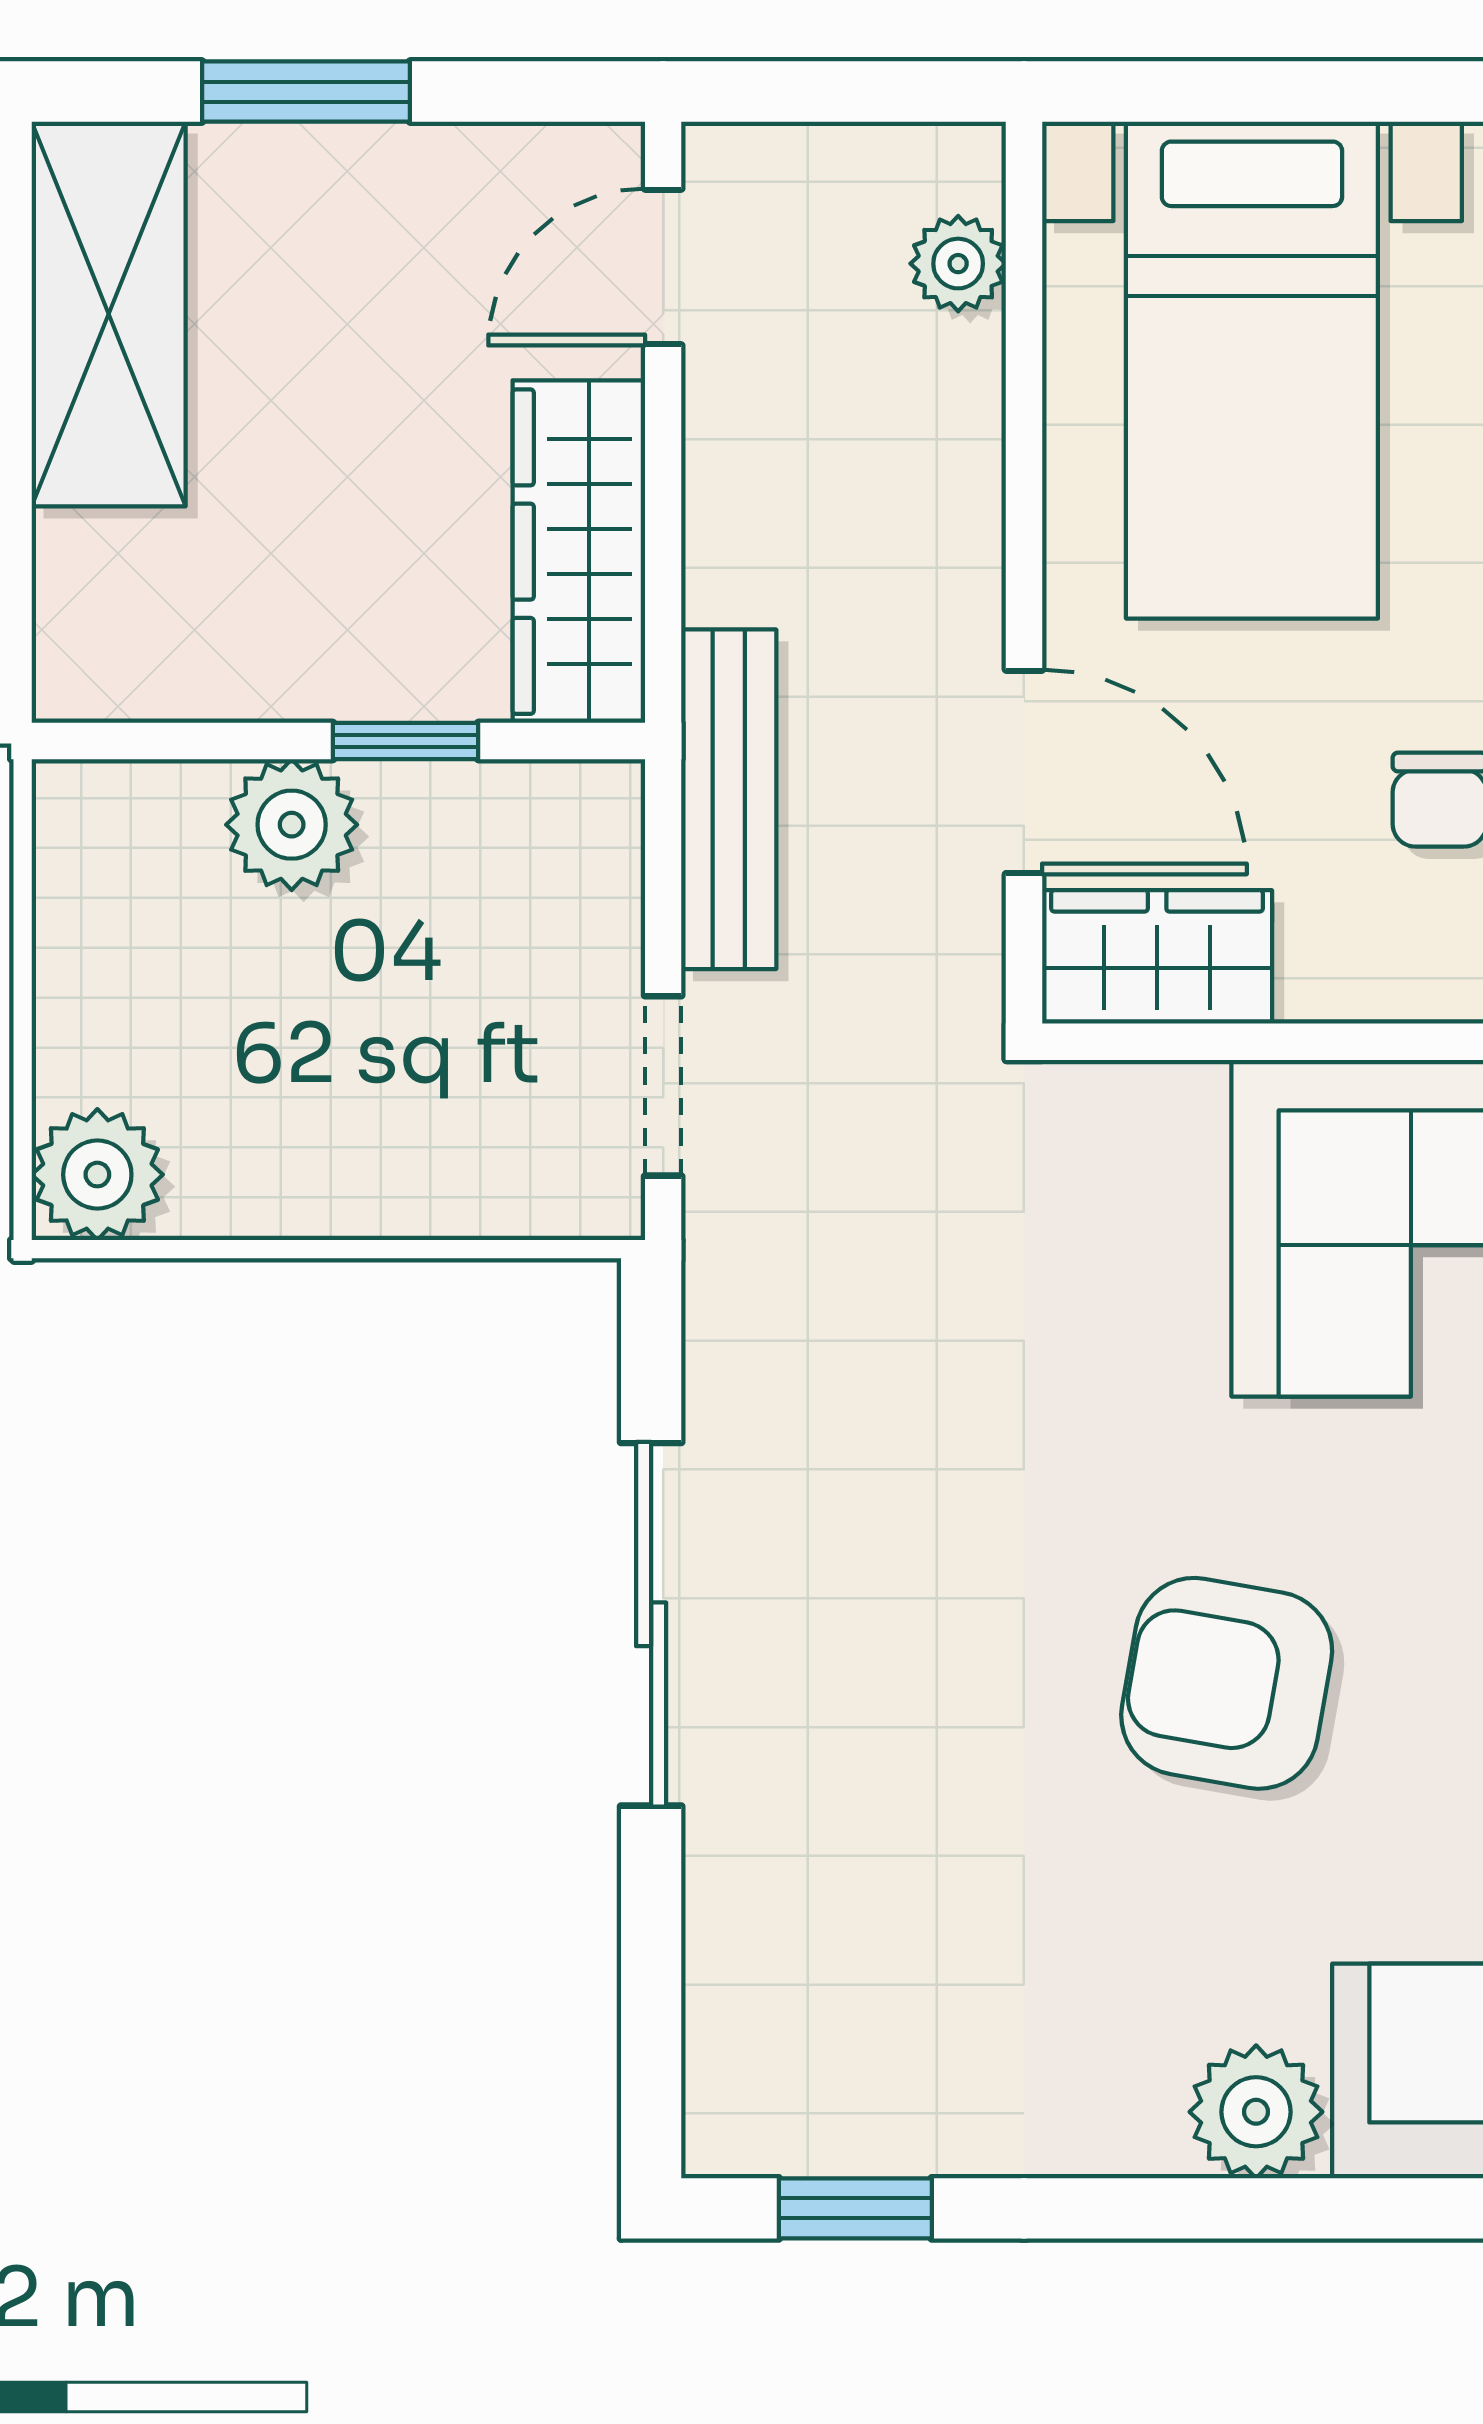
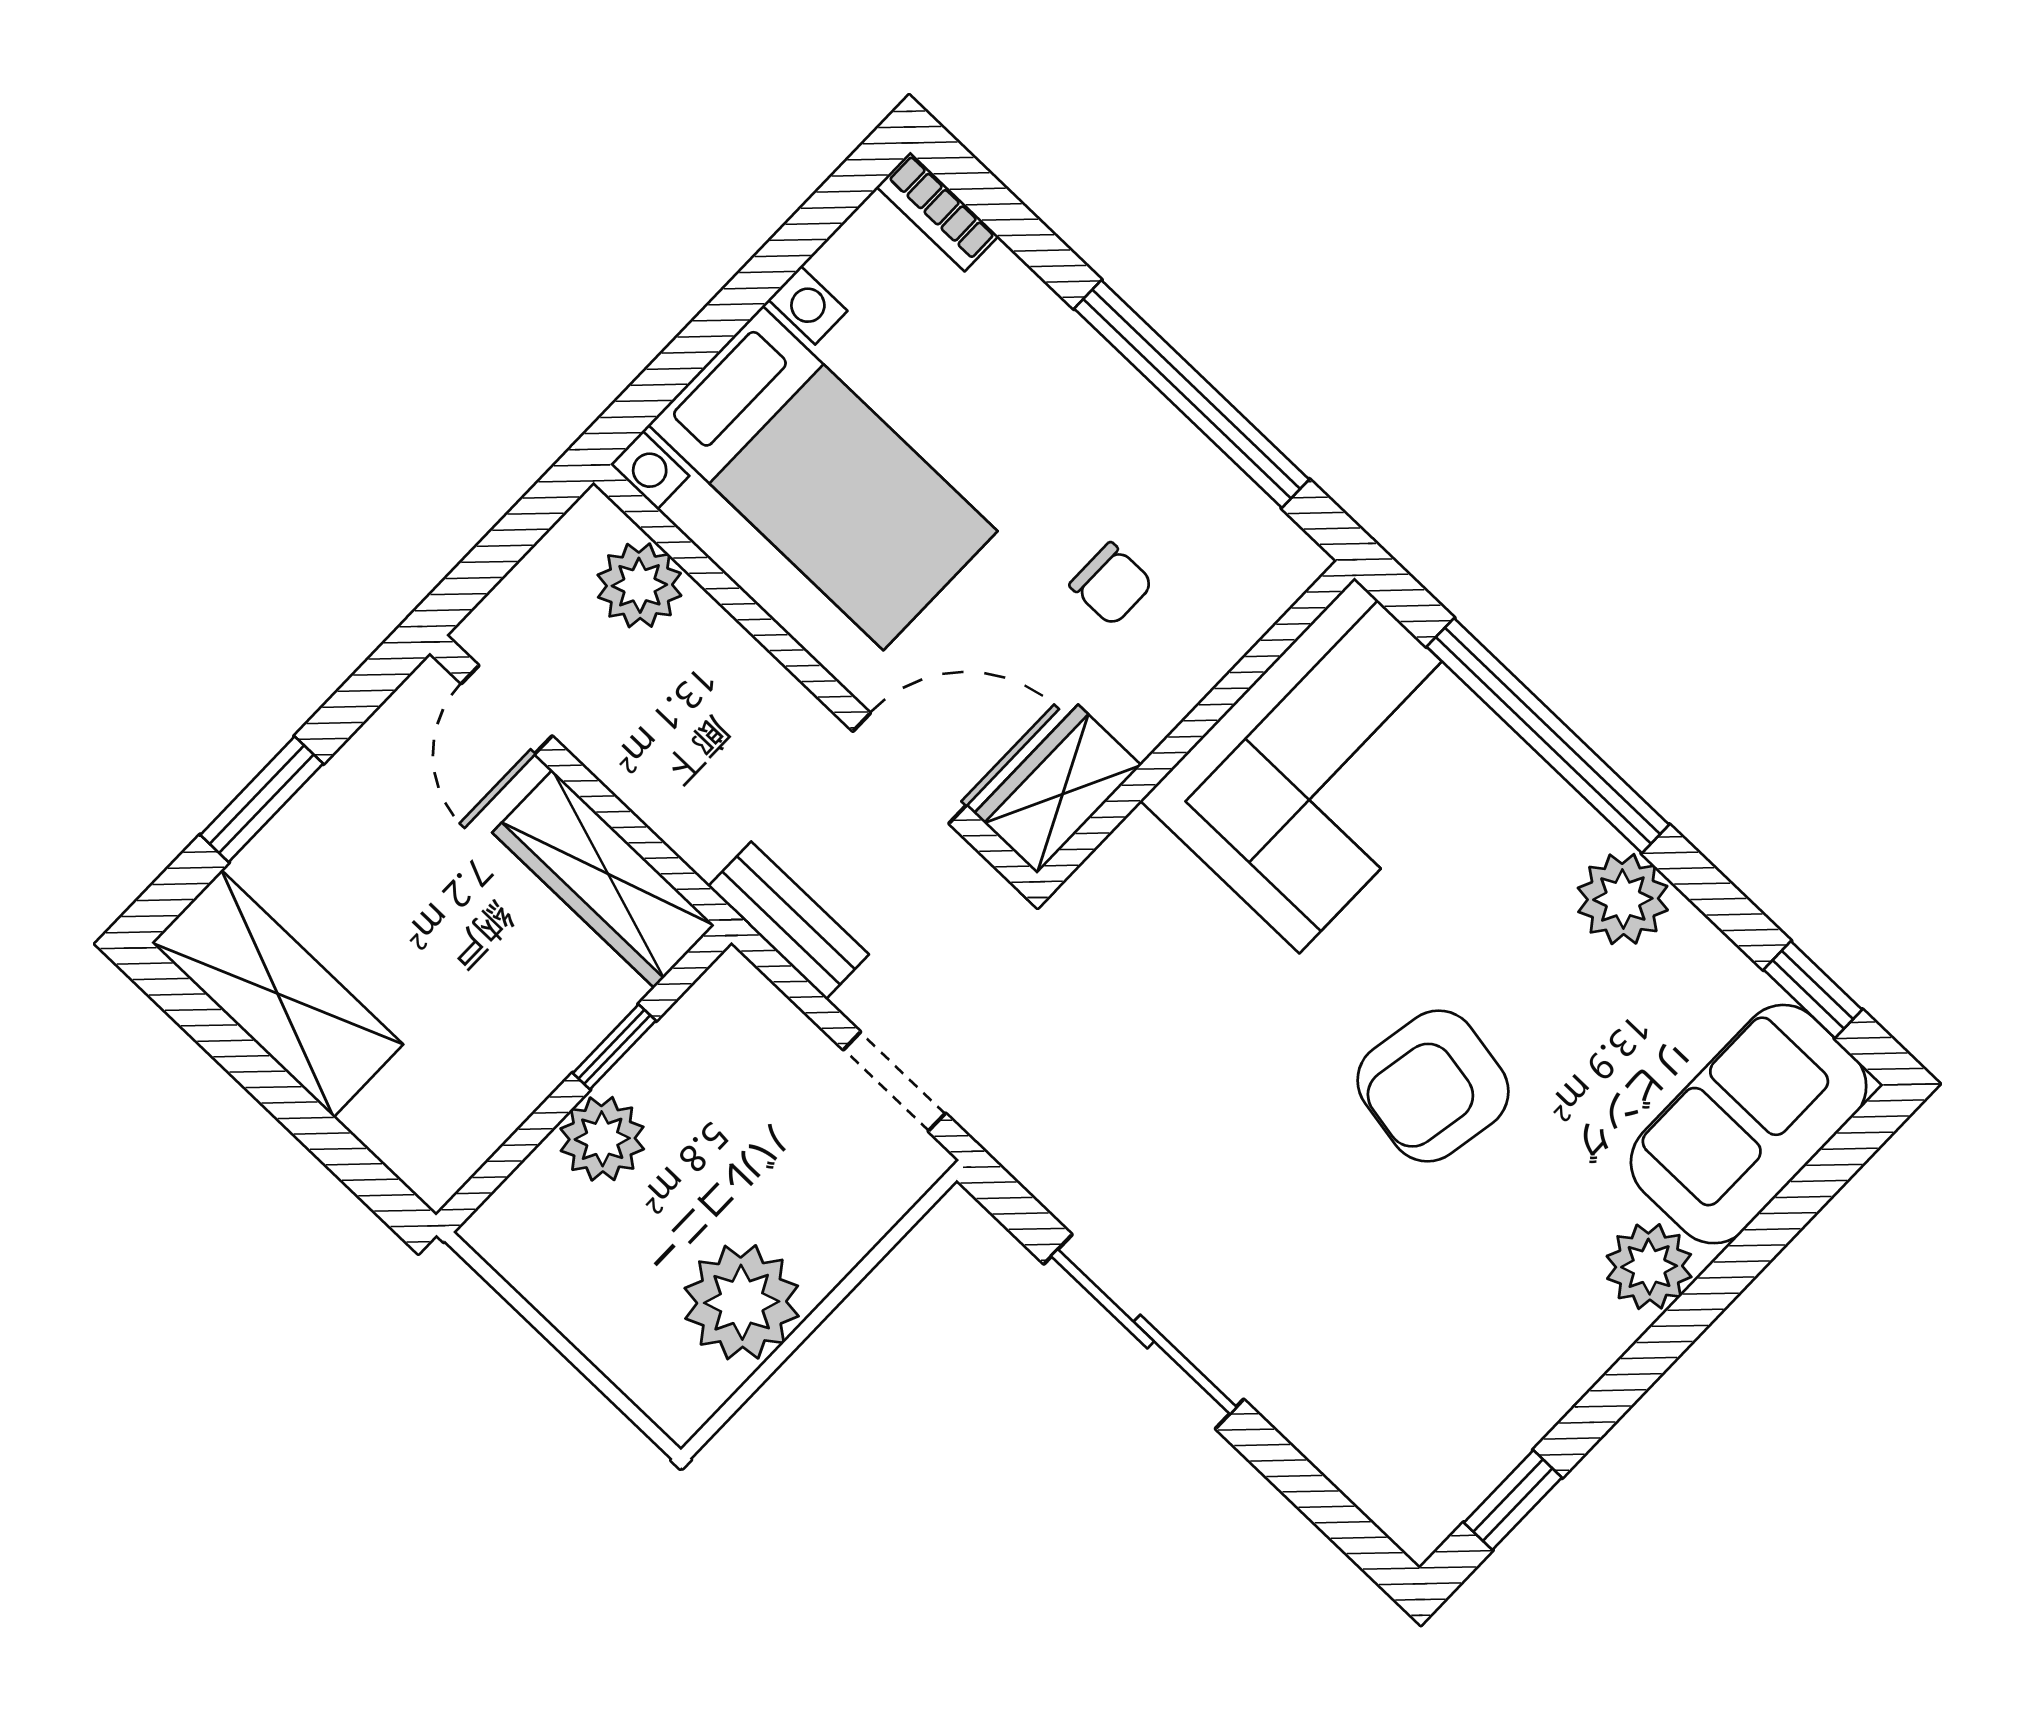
plant: (958, 264) -> (639, 585), width x1.38, depth x1.38
bench: (729, 799) -> (789, 920), width x0.73
plant: (97, 1175) -> (742, 1302), moved, width x1.36, depth x1.36

